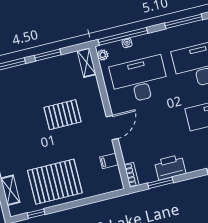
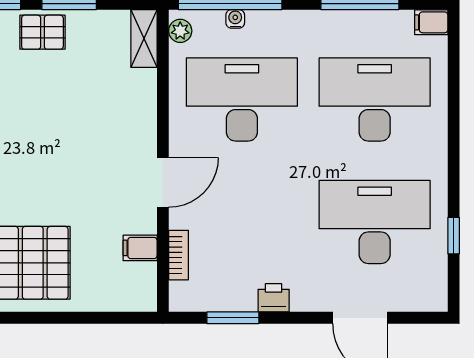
pallet: (63, 115) -> (42, 32), moved, width x0.67, depth x0.71
printer: (170, 167) -> (274, 298), width x0.53, depth x0.68
bookcase: (132, 175) -> (179, 255), moved

